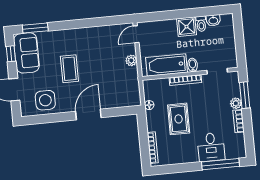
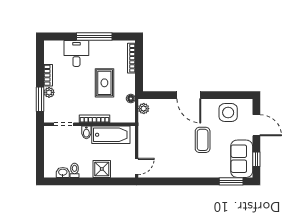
shower: (187, 27) -> (102, 169), moved
plant: (131, 60) -> (144, 109), moved
door: (88, 114) -> (189, 95), hinge flipped
window: (220, 164) -> (94, 36), moved

